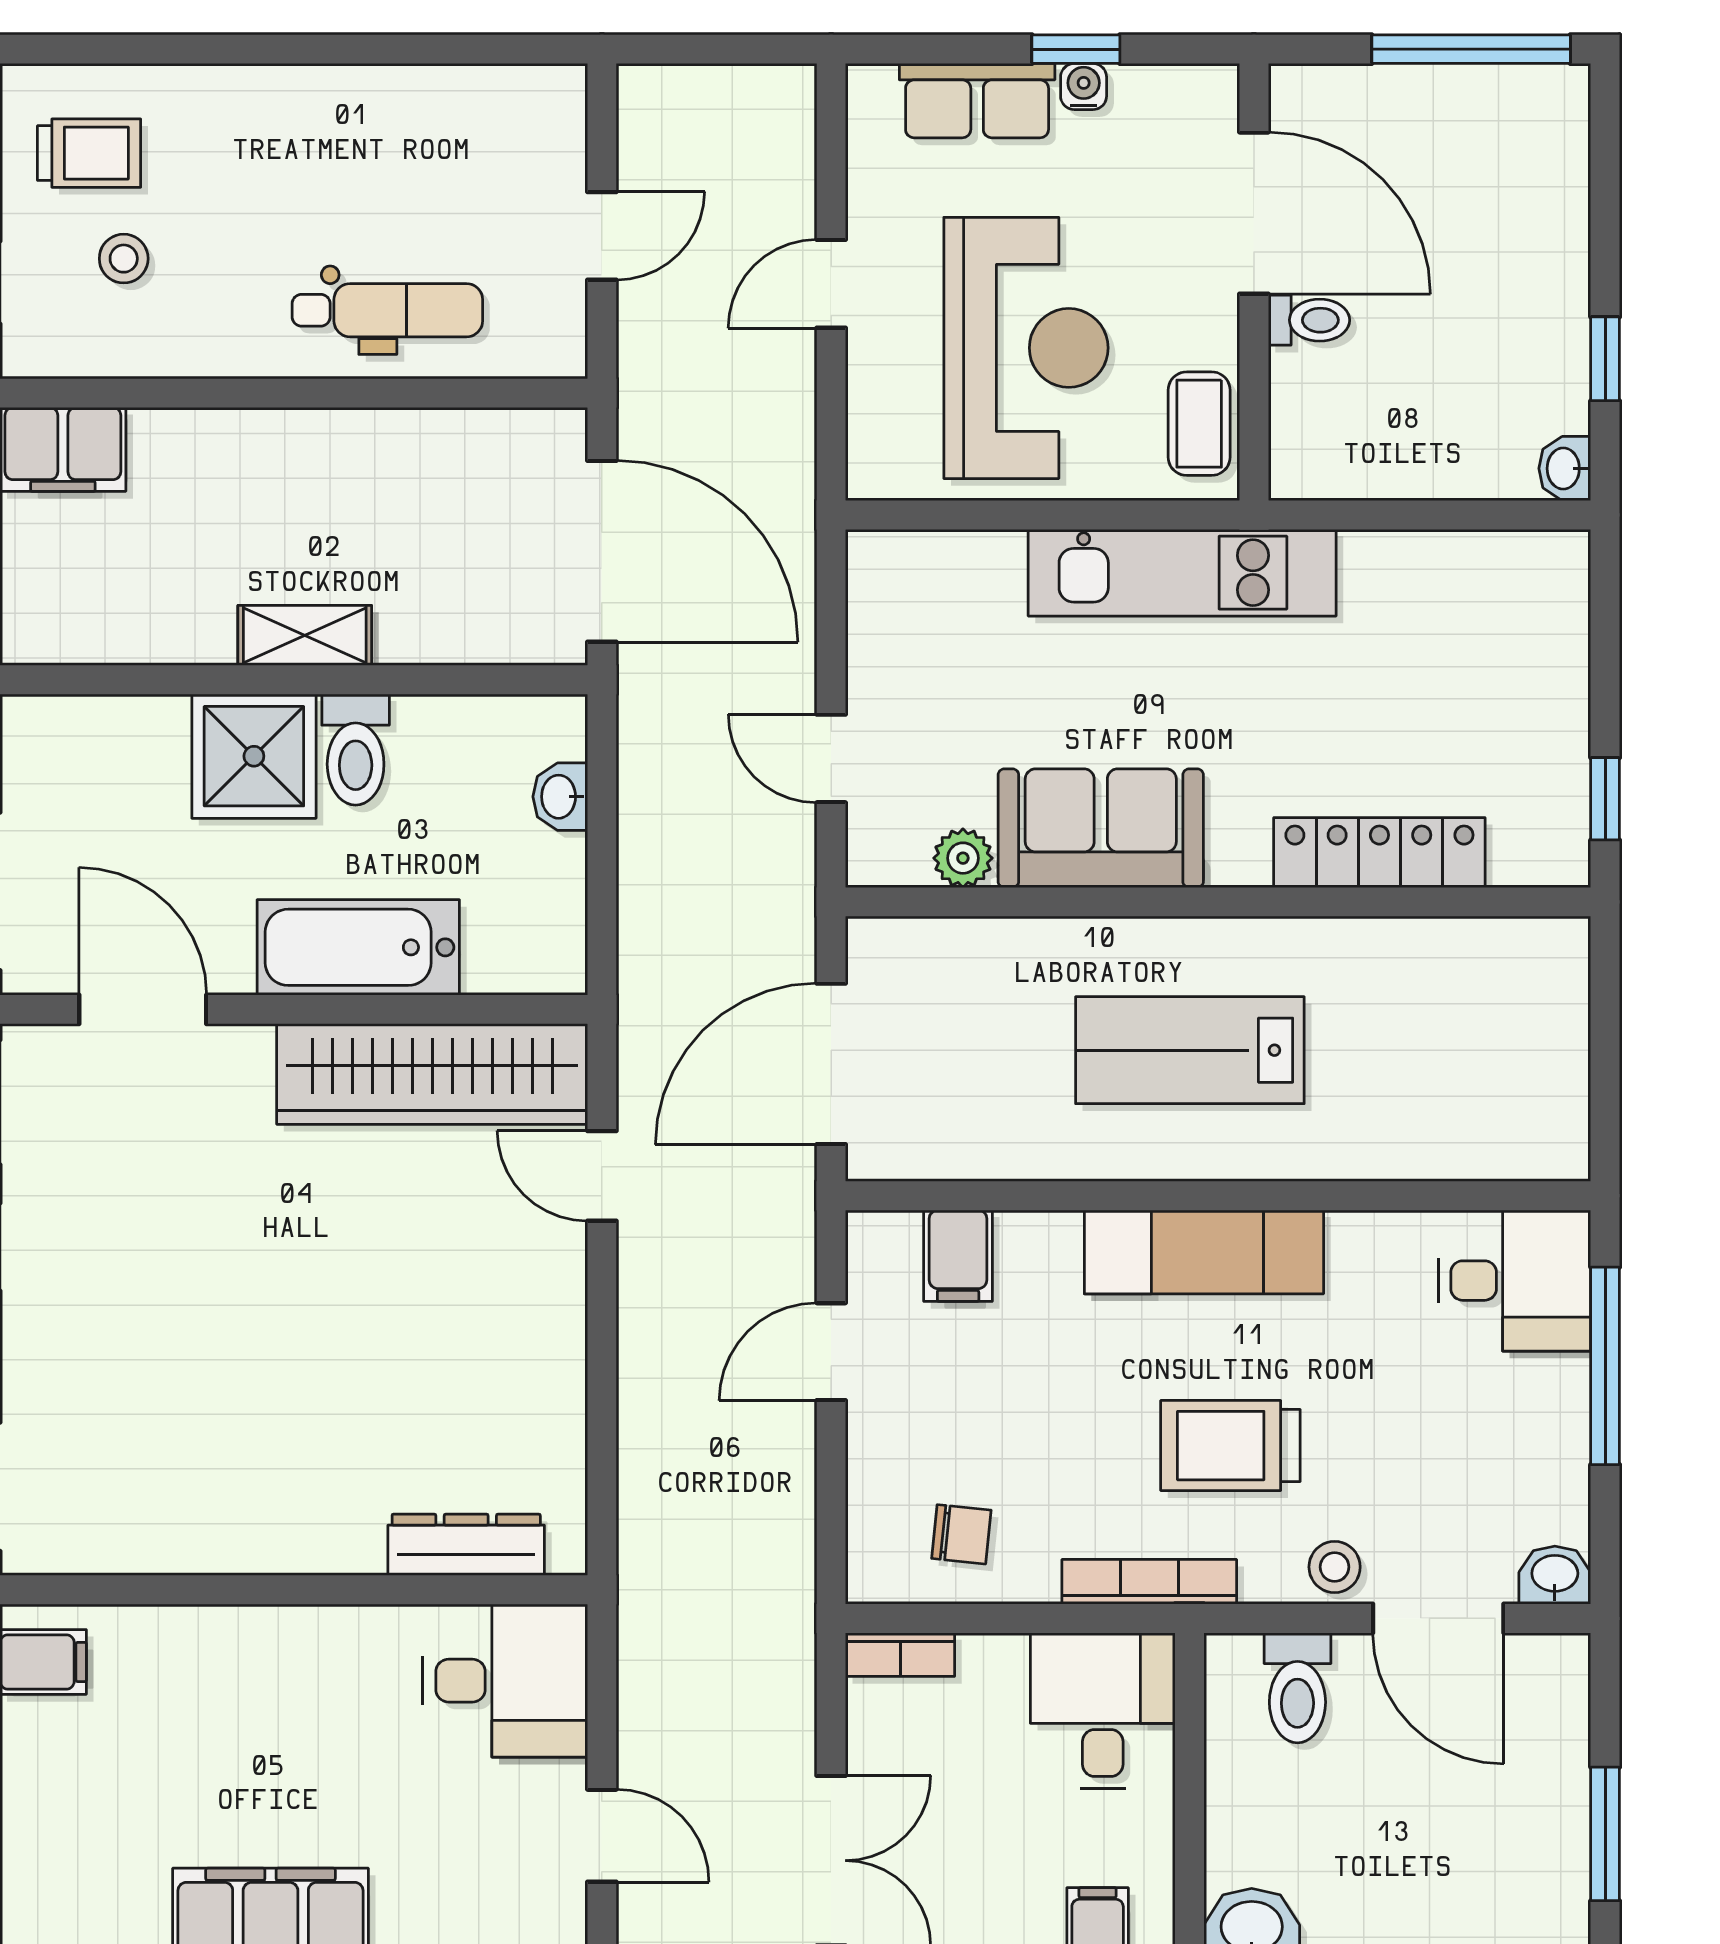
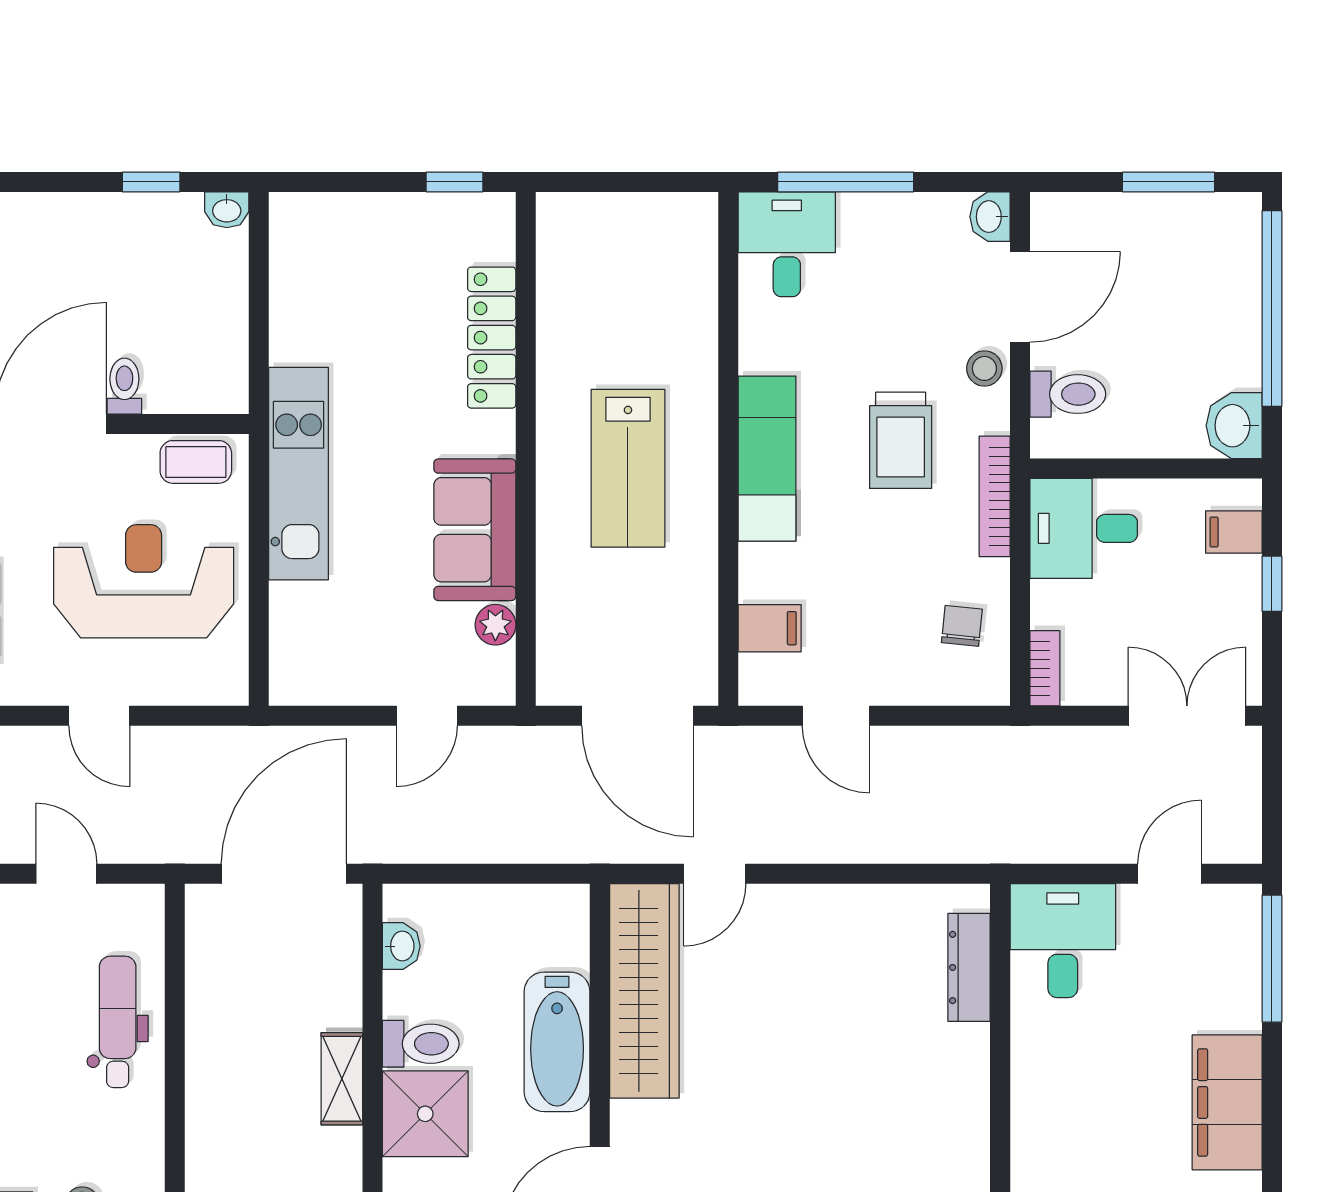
washbasin: (560, 797) -> (401, 946), moved, turned -90

